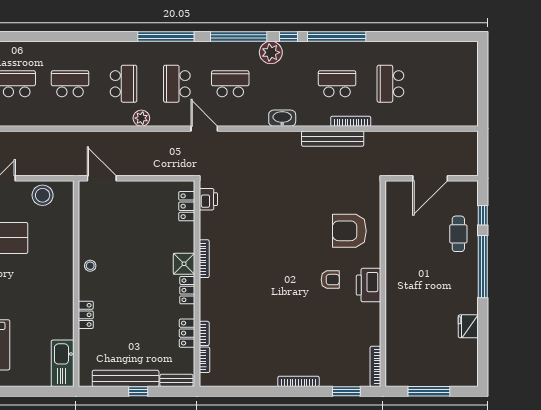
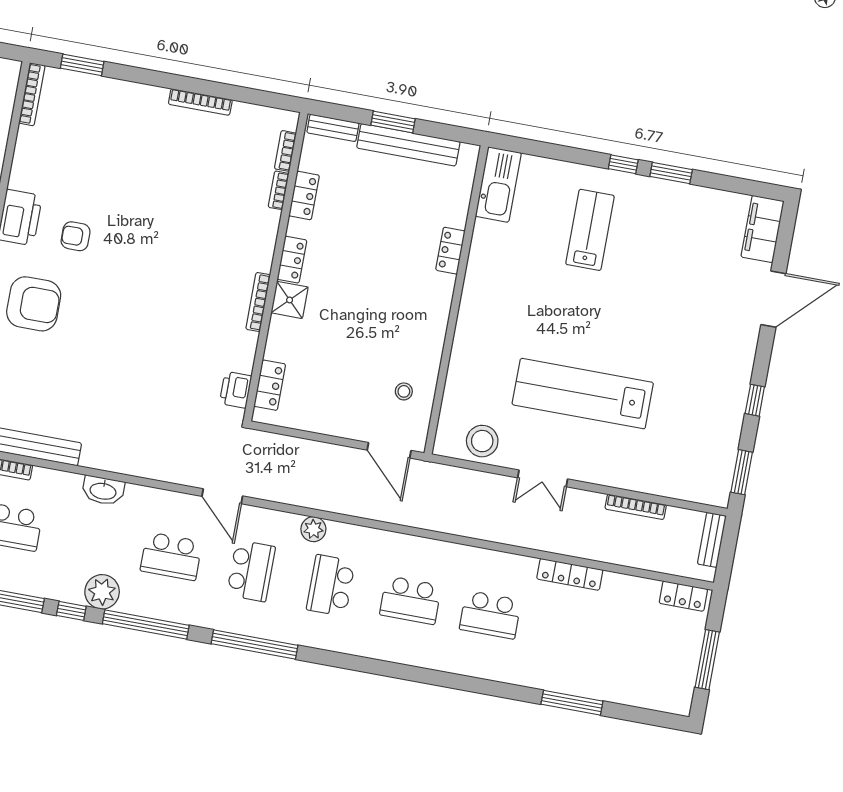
stool: (90, 266) -> (404, 391), moved
bookcase: (298, 381) -> (200, 102), moved
window: (138, 391) -> (393, 122), width x1.50

